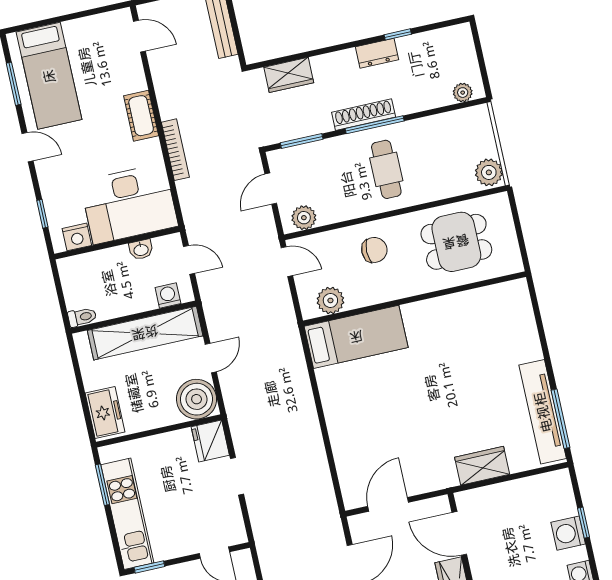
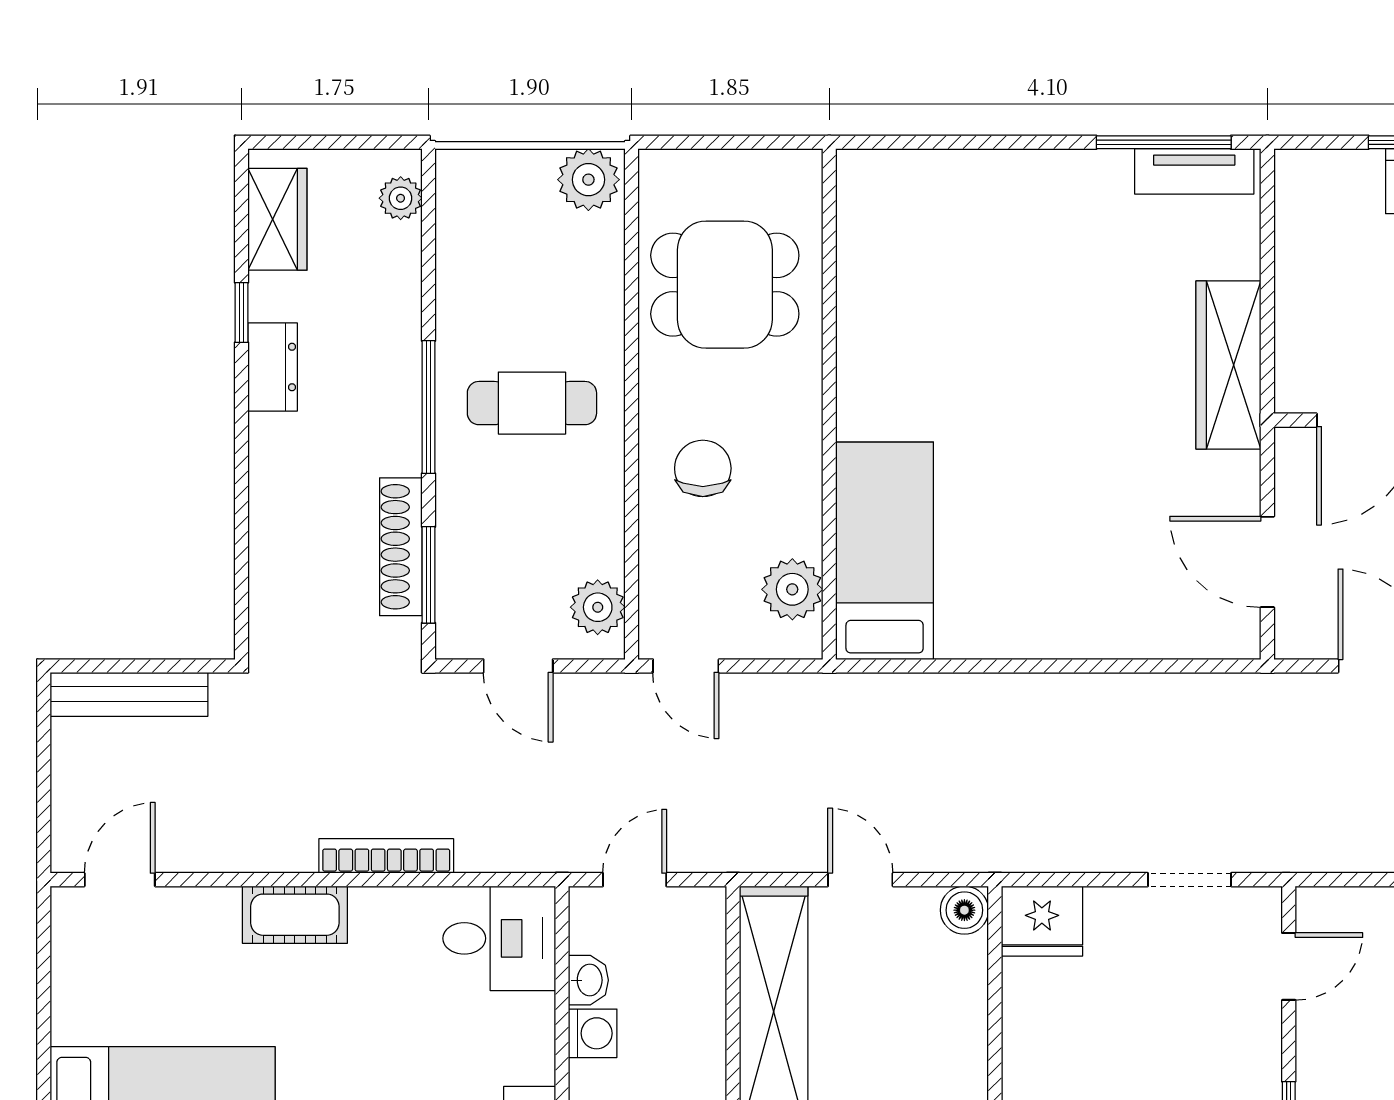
wardrobe: (289, 75) -> (277, 219), moved
shoe rack: (364, 115) -> (401, 547), moved
desk: (129, 204) -> (499, 938), width x0.53, depth x0.77
dining table: (456, 242) -> (725, 285), turned 90
door: (287, 262) -> (686, 666), swing flipped
washing machine: (168, 296) -> (593, 1033), moved, turned 180
boiler: (197, 399) -> (964, 910), width x0.54, depth x0.54
tv unit: (543, 412) -> (1194, 171), width x0.52, depth x0.78
wardrobe: (482, 466) -> (1228, 365), width x1.50
doorway: (237, 476) -> (1189, 880), moved

